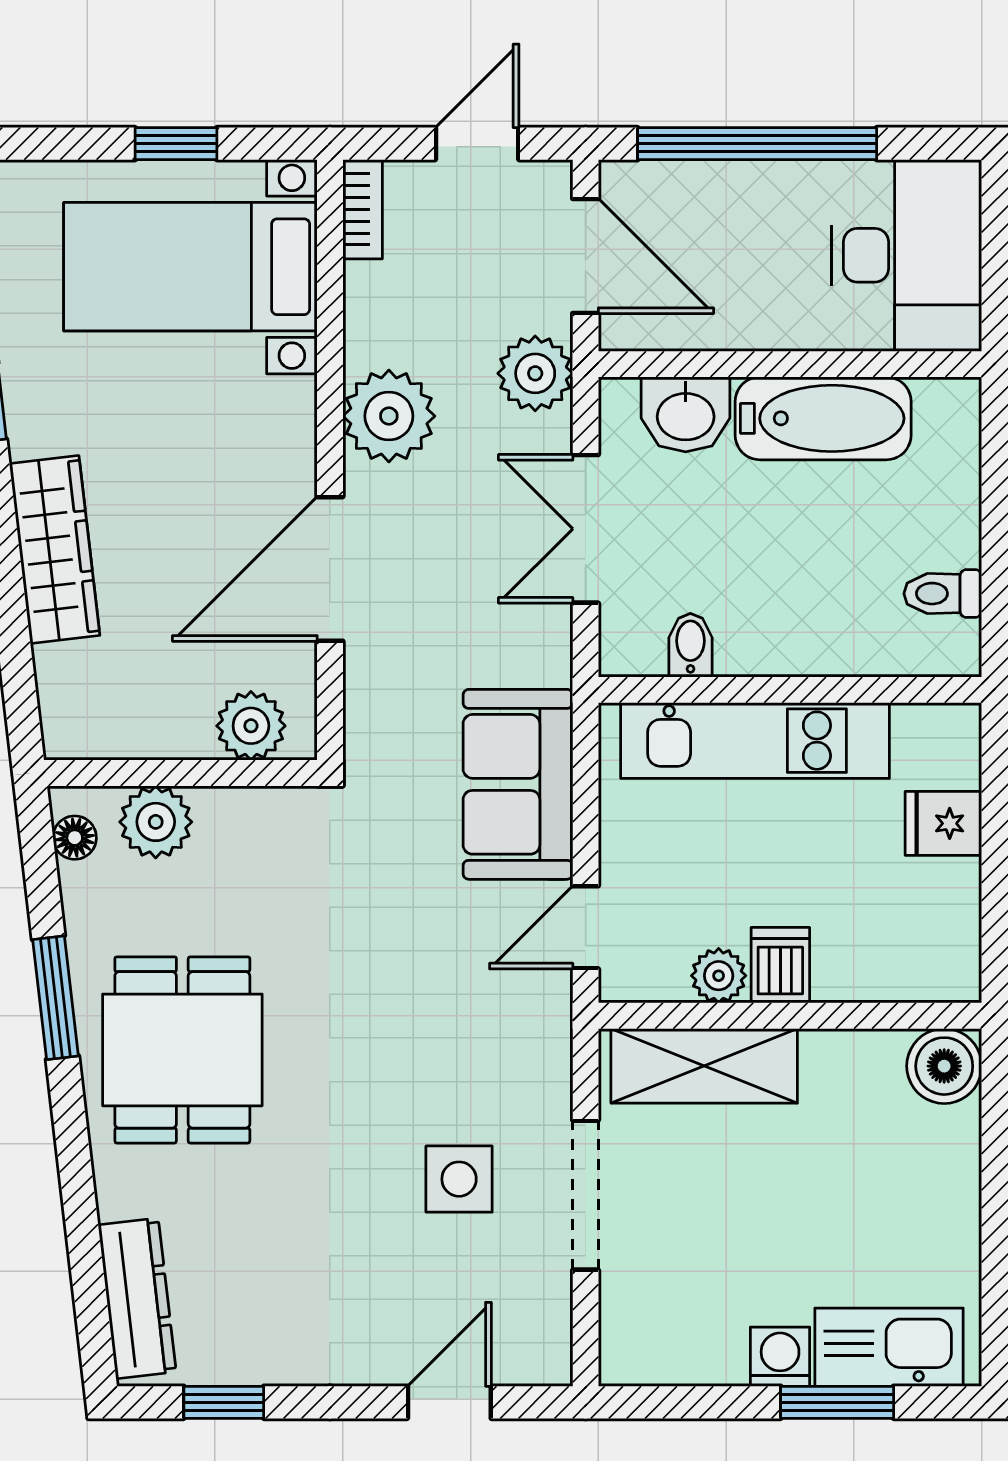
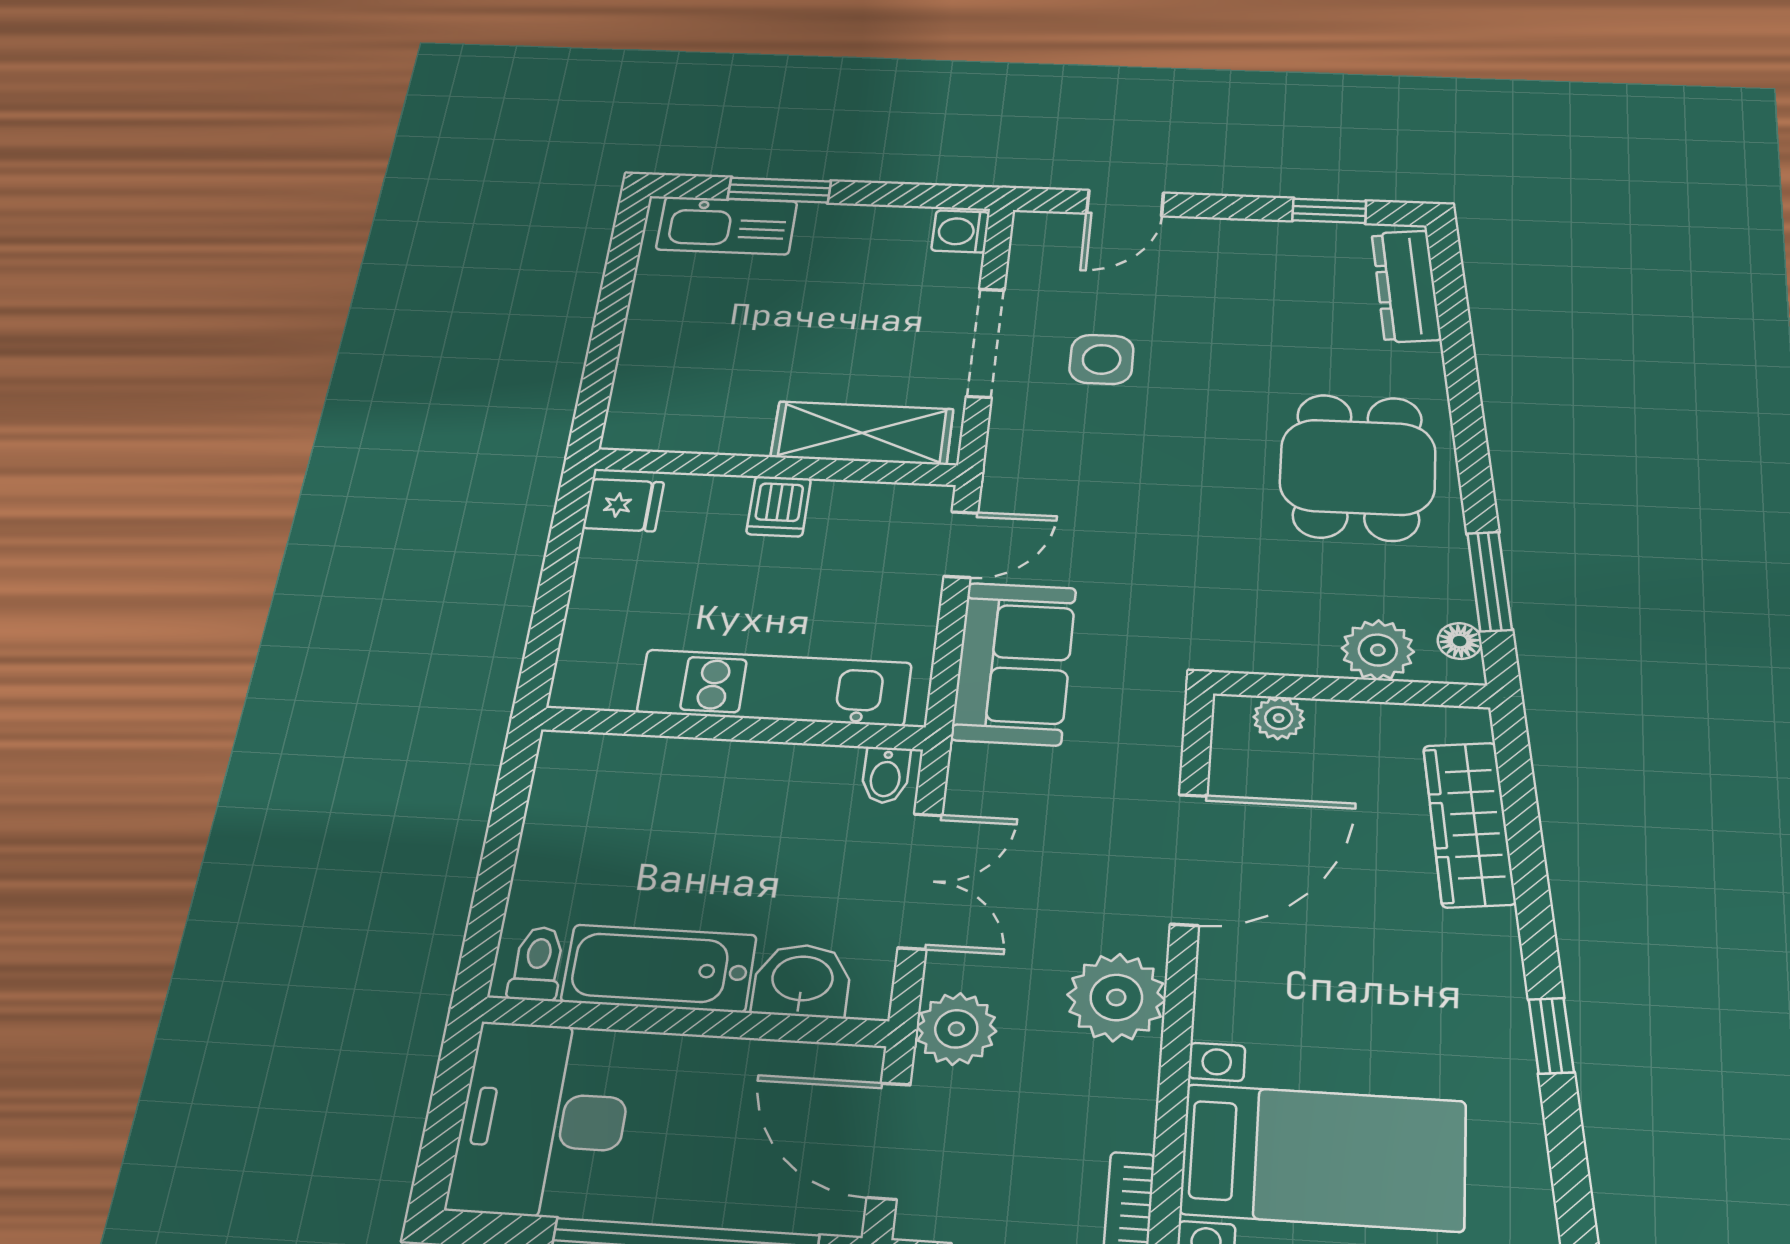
wardrobe: (55, 550) -> (1469, 824), moved
toilet: (943, 594) -> (537, 964), moved, turned -90
bidet: (690, 645) -> (886, 775), moved
plant: (251, 726) -> (1279, 718), width x0.73, depth x0.73
fridge: (943, 823) -> (623, 505), moved
plant: (719, 976) -> (839, 501), removed
window: (55, 998) -> (1490, 581), moved
boiler: (944, 1066) -> (639, 423), removed
washing machine: (780, 1357) -> (960, 231), moved, turned 90

